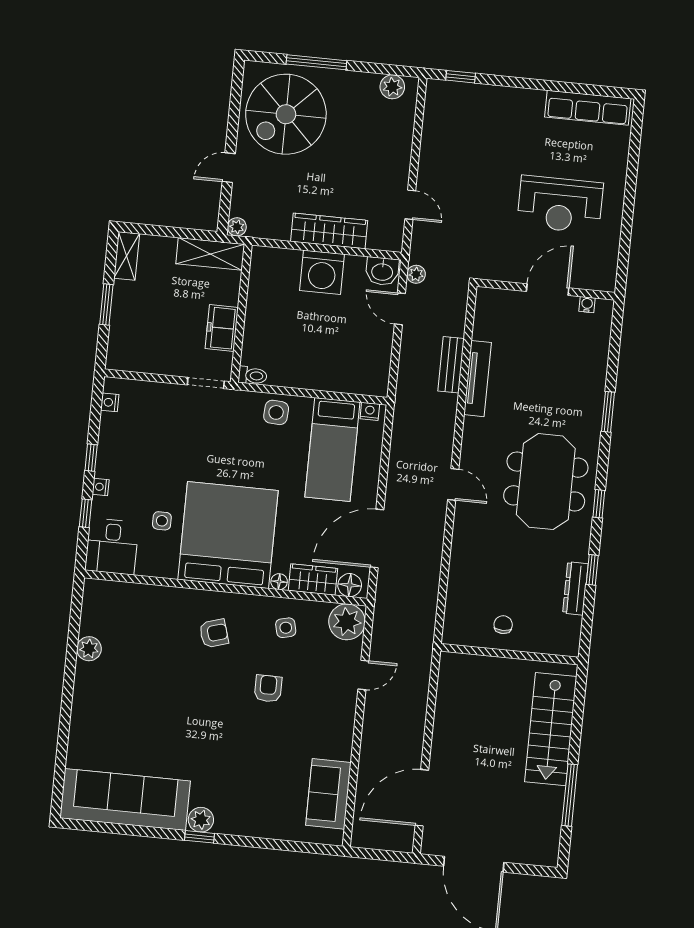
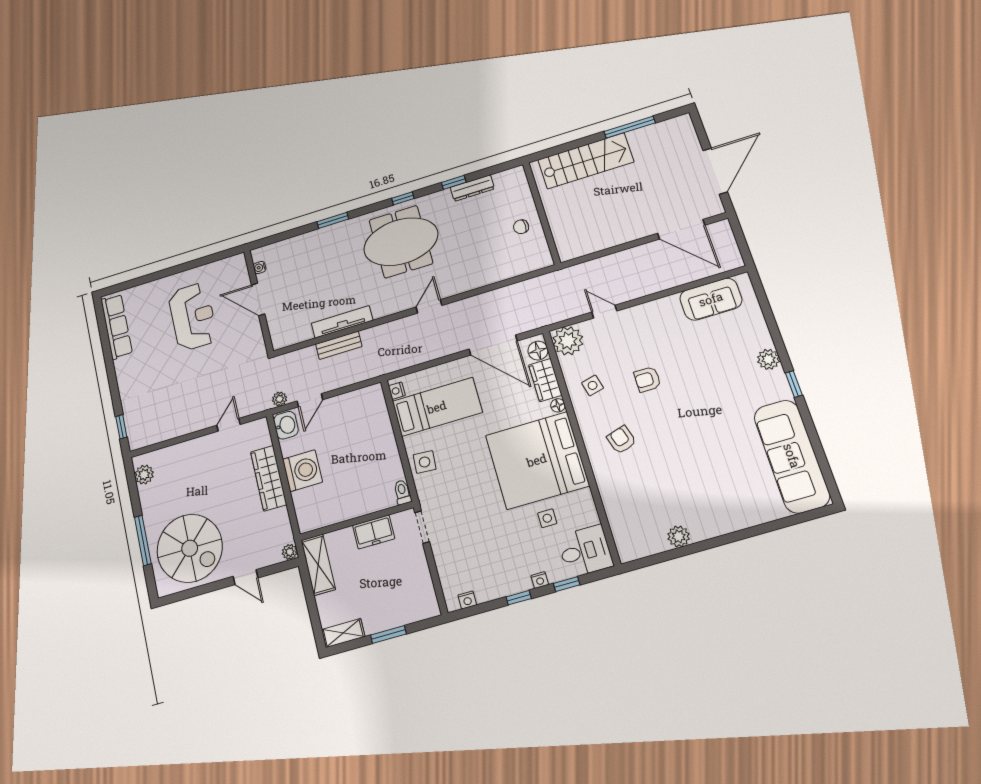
plant: (201, 820) -> (768, 359), moved

